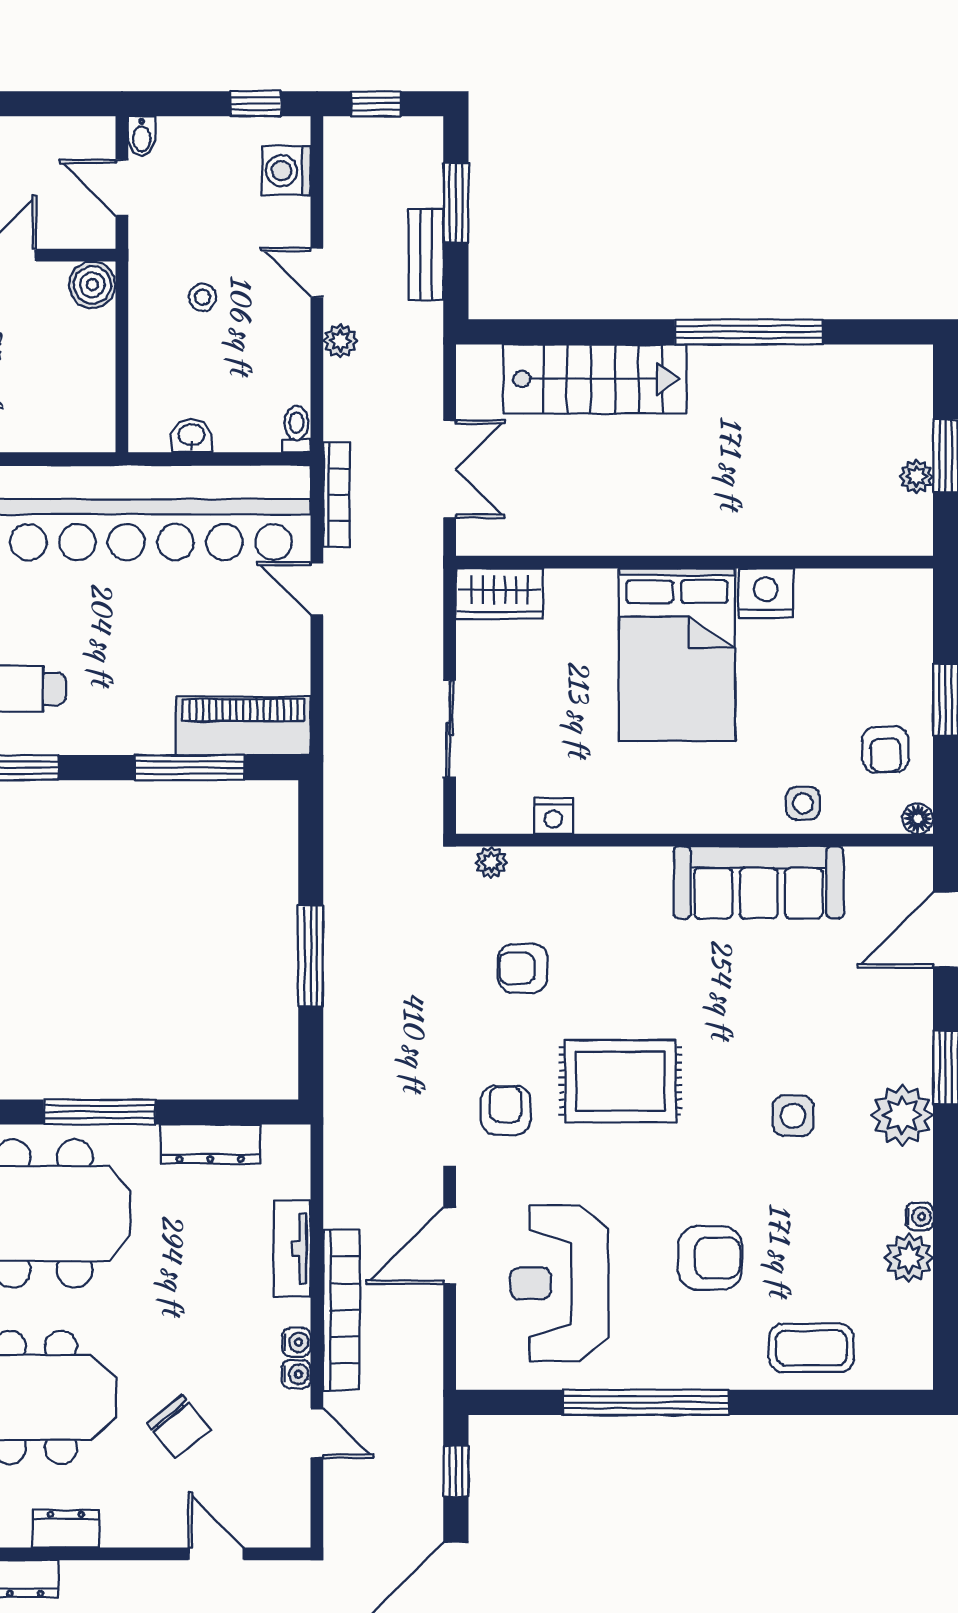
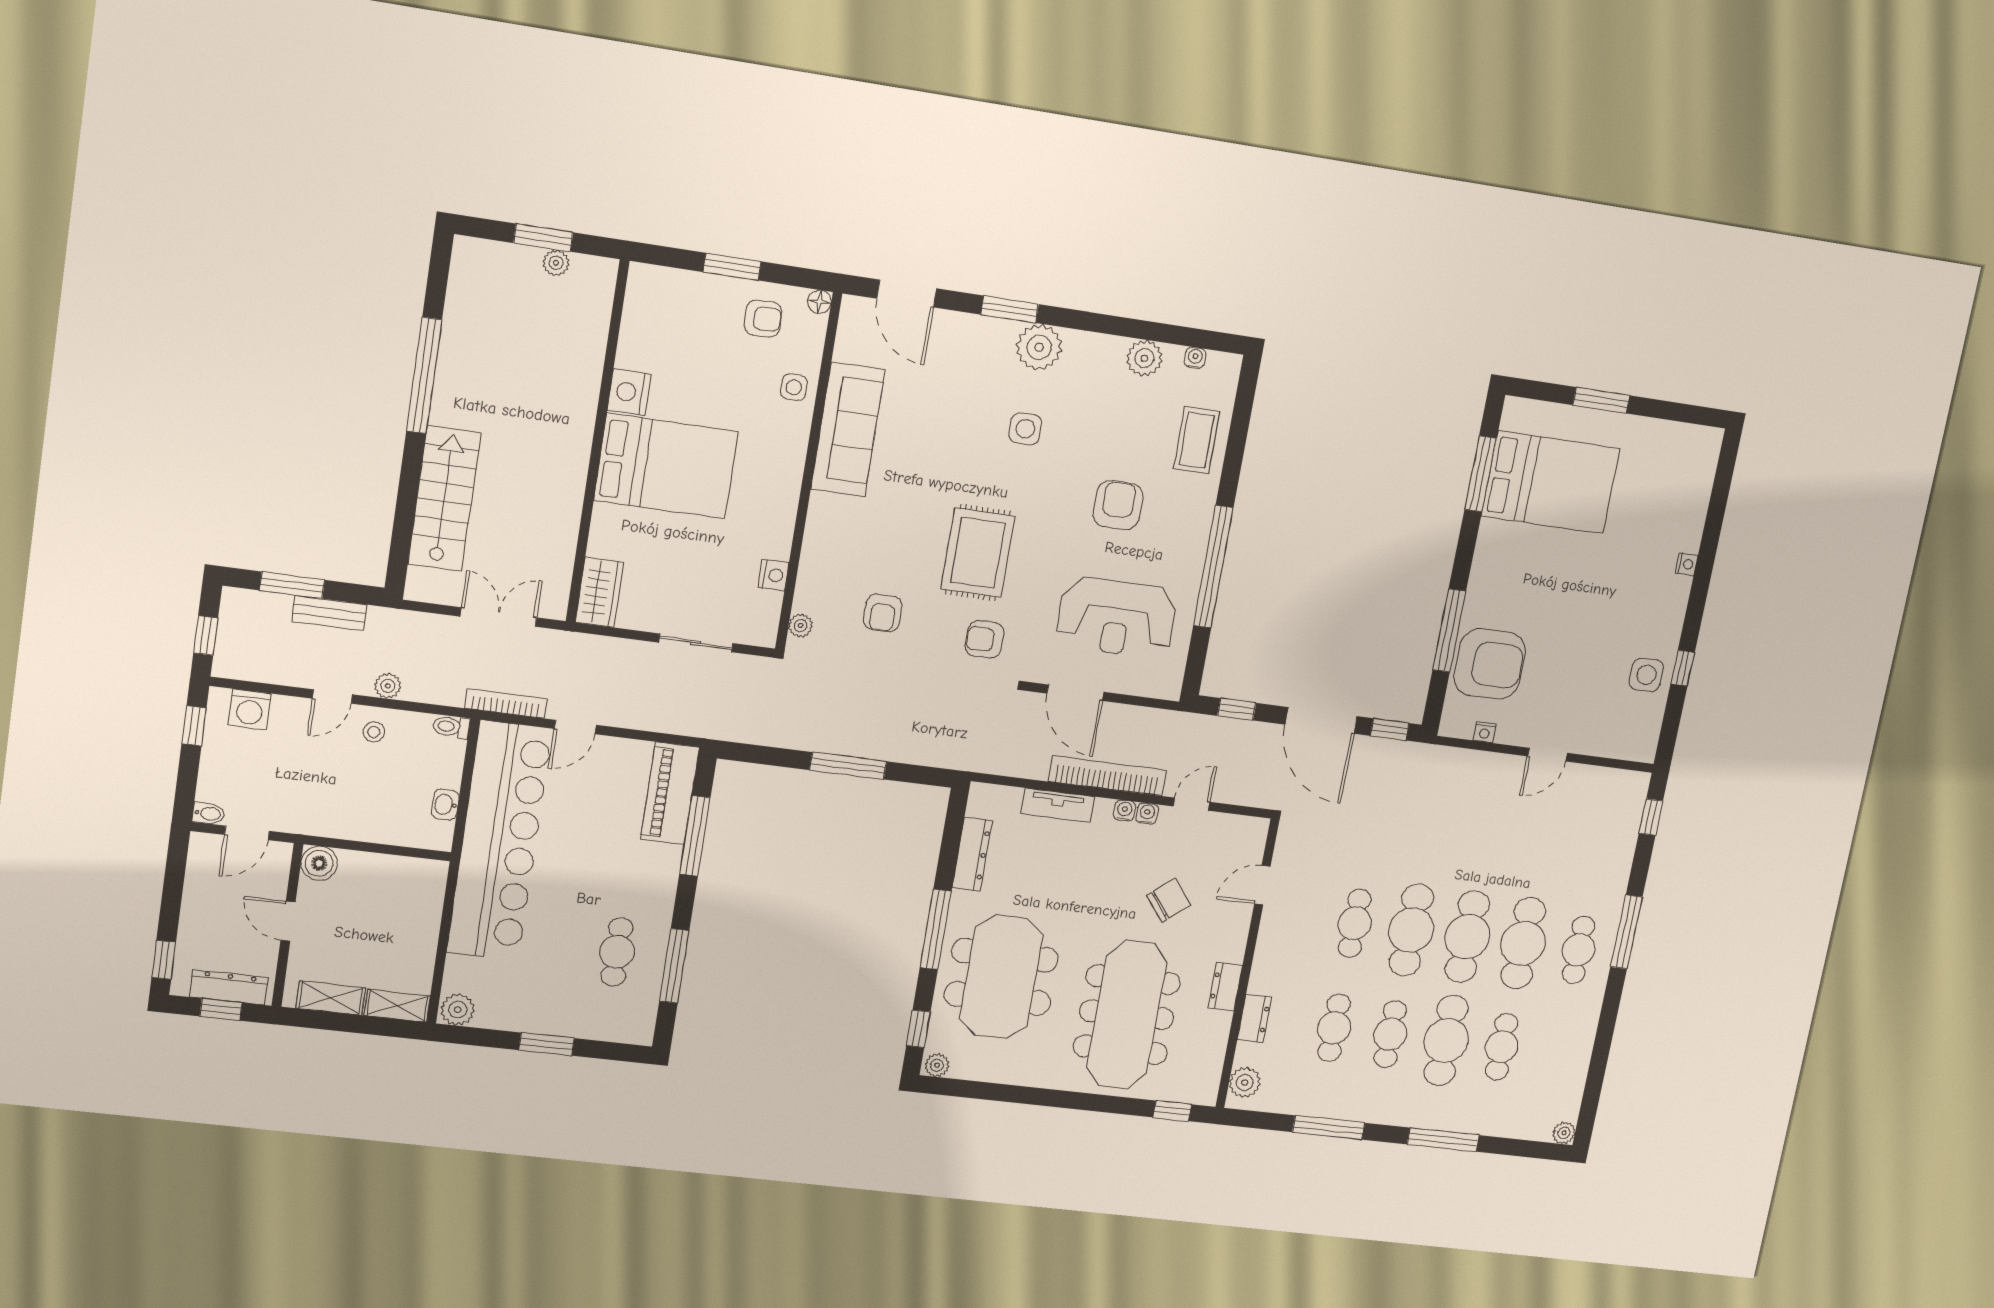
stool: (203, 297) -> (374, 732), moved
water cooler: (919, 1217) -> (1195, 358), moved

